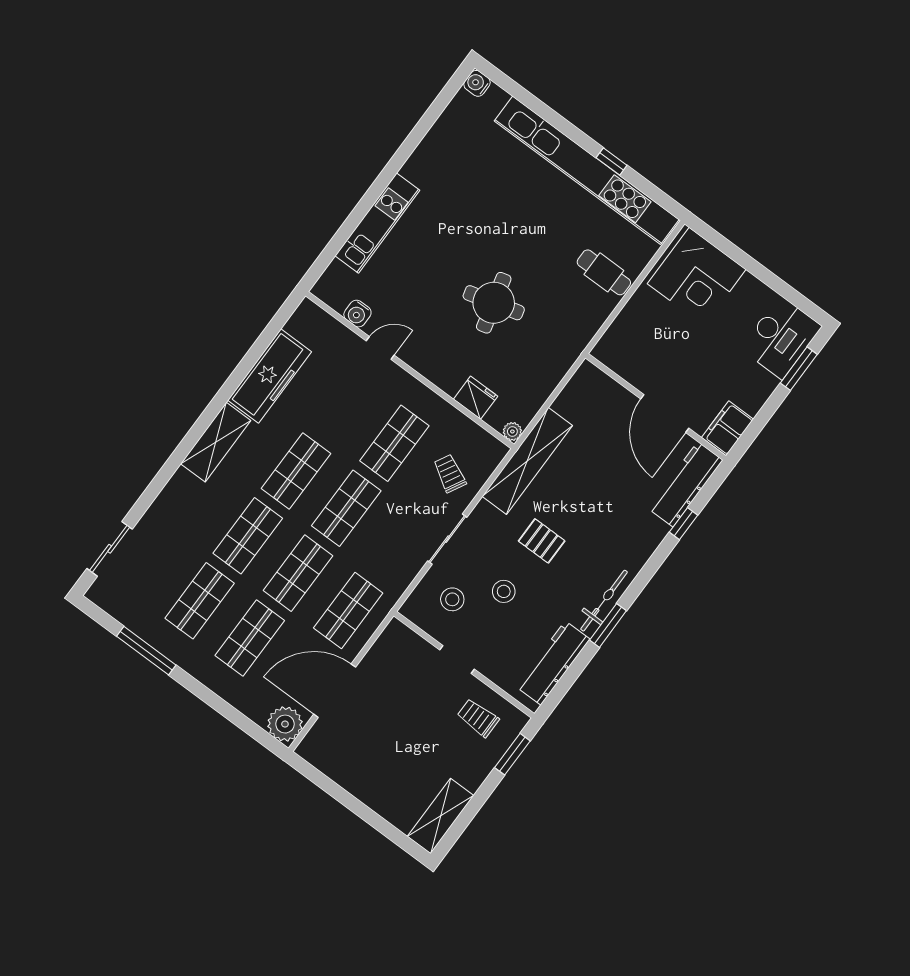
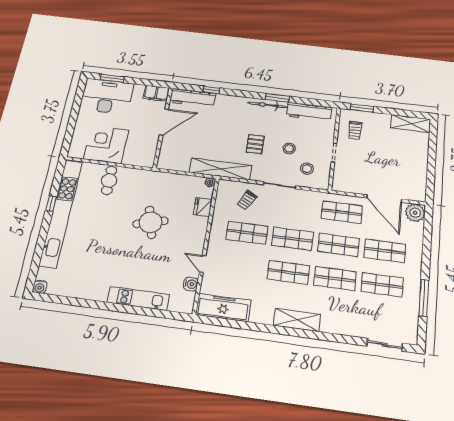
corner desk: (697, 277) -> (106, 145), moved, turned -90
desk: (781, 337) -> (107, 96), width x1.36, depth x1.30
freezer: (270, 376) -> (223, 307), moved

